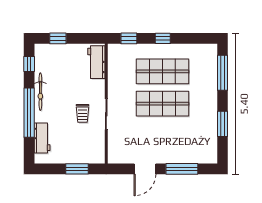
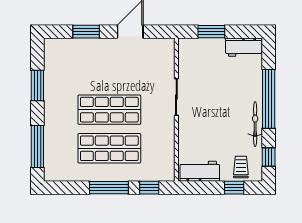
window: (163, 38) -> (109, 188), width x2.17
workbench: (96, 62) -> (200, 171), moved, turned -90
trolley: (83, 113) -> (241, 167), moved
workbench: (42, 138) -> (244, 47), moved, turned -90
window: (182, 169) -> (86, 32), width x0.69

